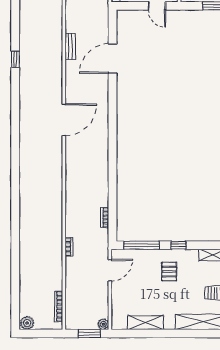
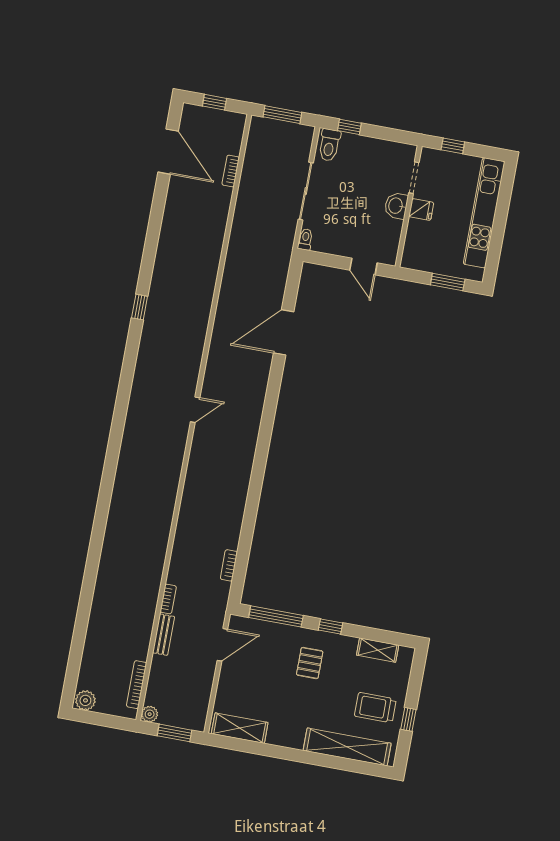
bench: (70, 46) -> (164, 635), moved
door: (64, 120) -> (195, 410), width x0.53
shelving: (146, 323) -> (240, 728), moved
plant: (103, 324) -> (150, 714), moved

